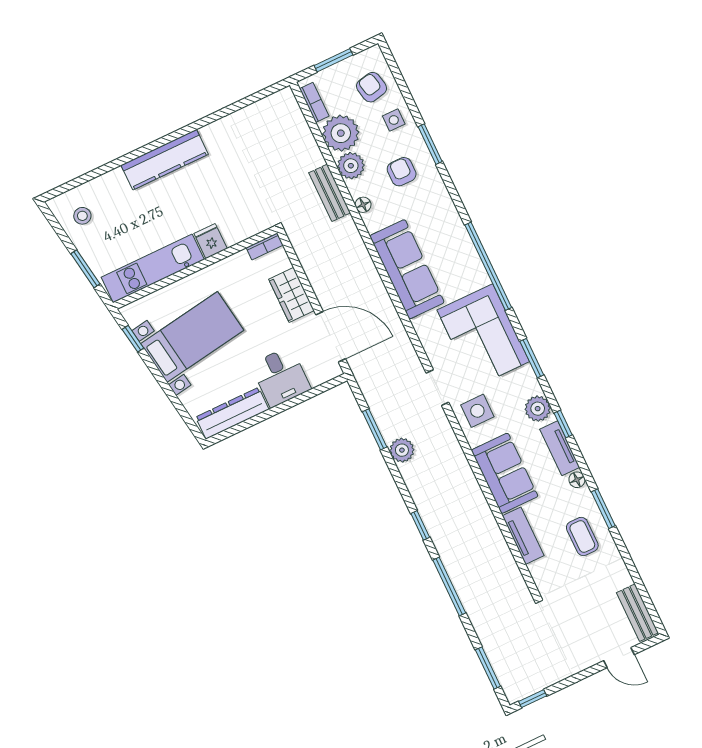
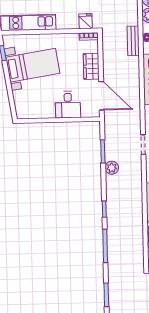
bench: (330, 193) -> (133, 41), moved
fridge: (211, 241) -> (86, 21), moved
dresser: (232, 413) -> (36, 112), removed

